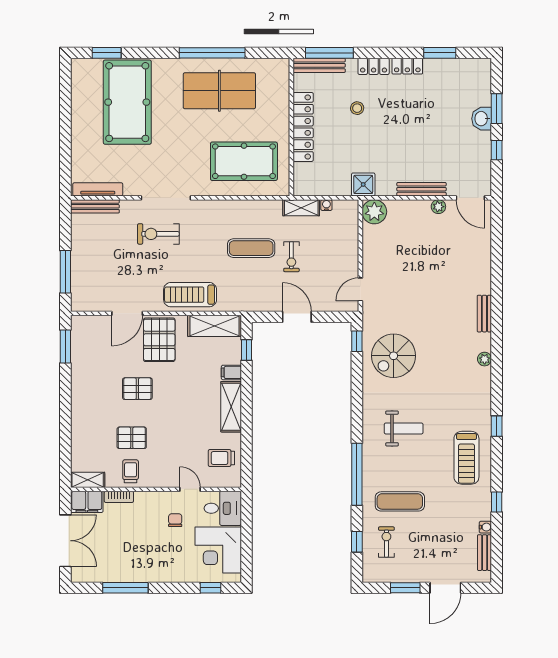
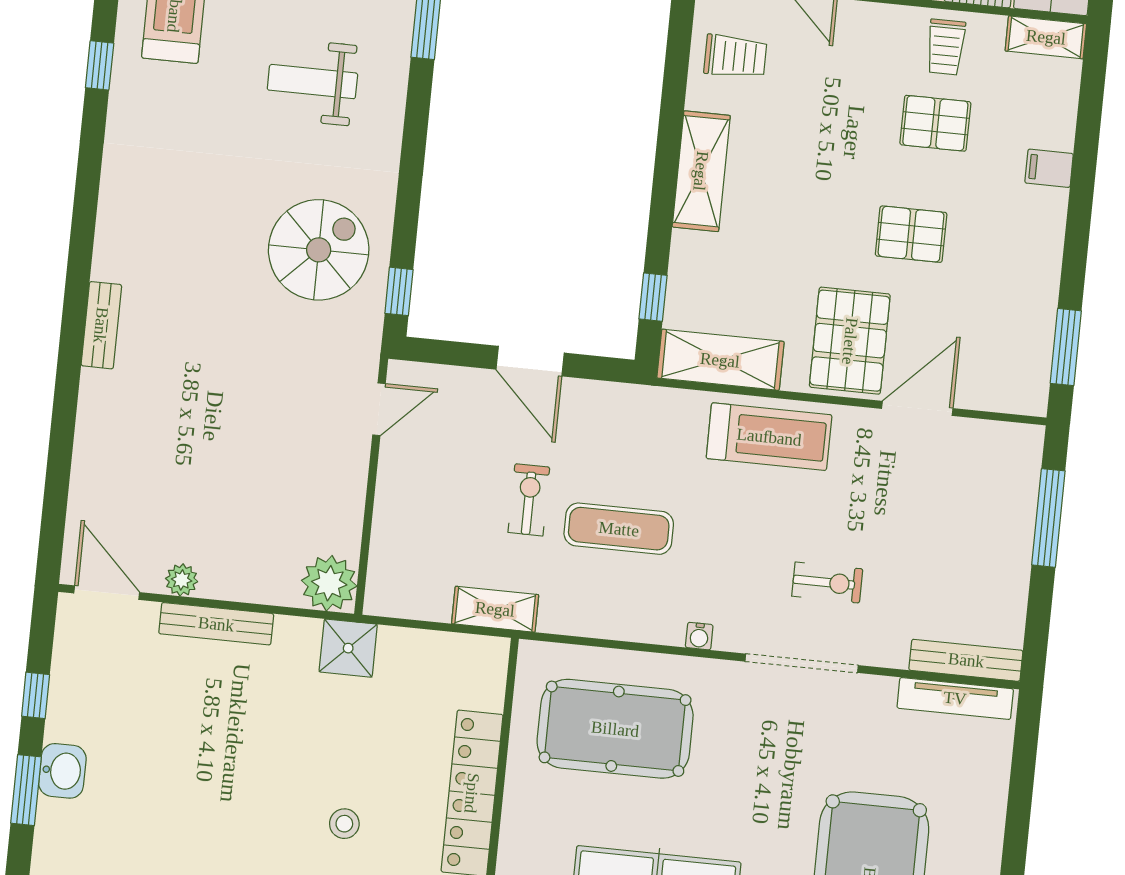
water cooler: (326, 205) -> (699, 636), moved
exercise bike: (158, 234) -> (827, 583), width x0.73, depth x0.72
plant: (485, 359) -> (112, 221), removed
filing cabinet: (231, 372) -> (1049, 168), moved, turned 180

